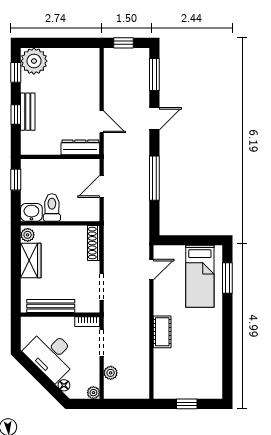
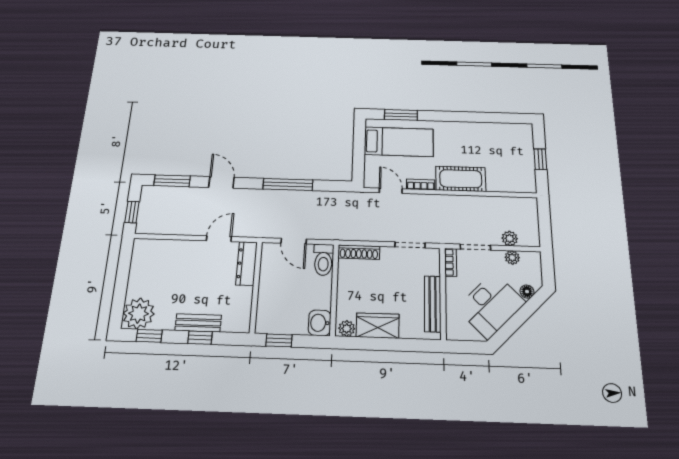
toilet: (52, 207) -> (323, 260), moved, turned -90
bookcase: (158, 296) -> (421, 184), added
cot: (162, 332) -> (461, 179), width x1.37, depth x1.34
plant: (93, 393) -> (512, 258), moved

